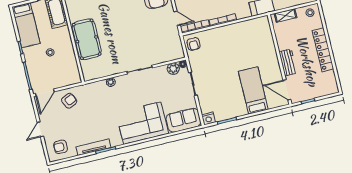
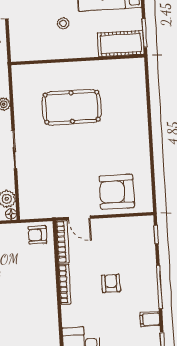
door: (177, 18) -> (79, 218), hinge flipped
pool table: (87, 39) -> (72, 107), moved

